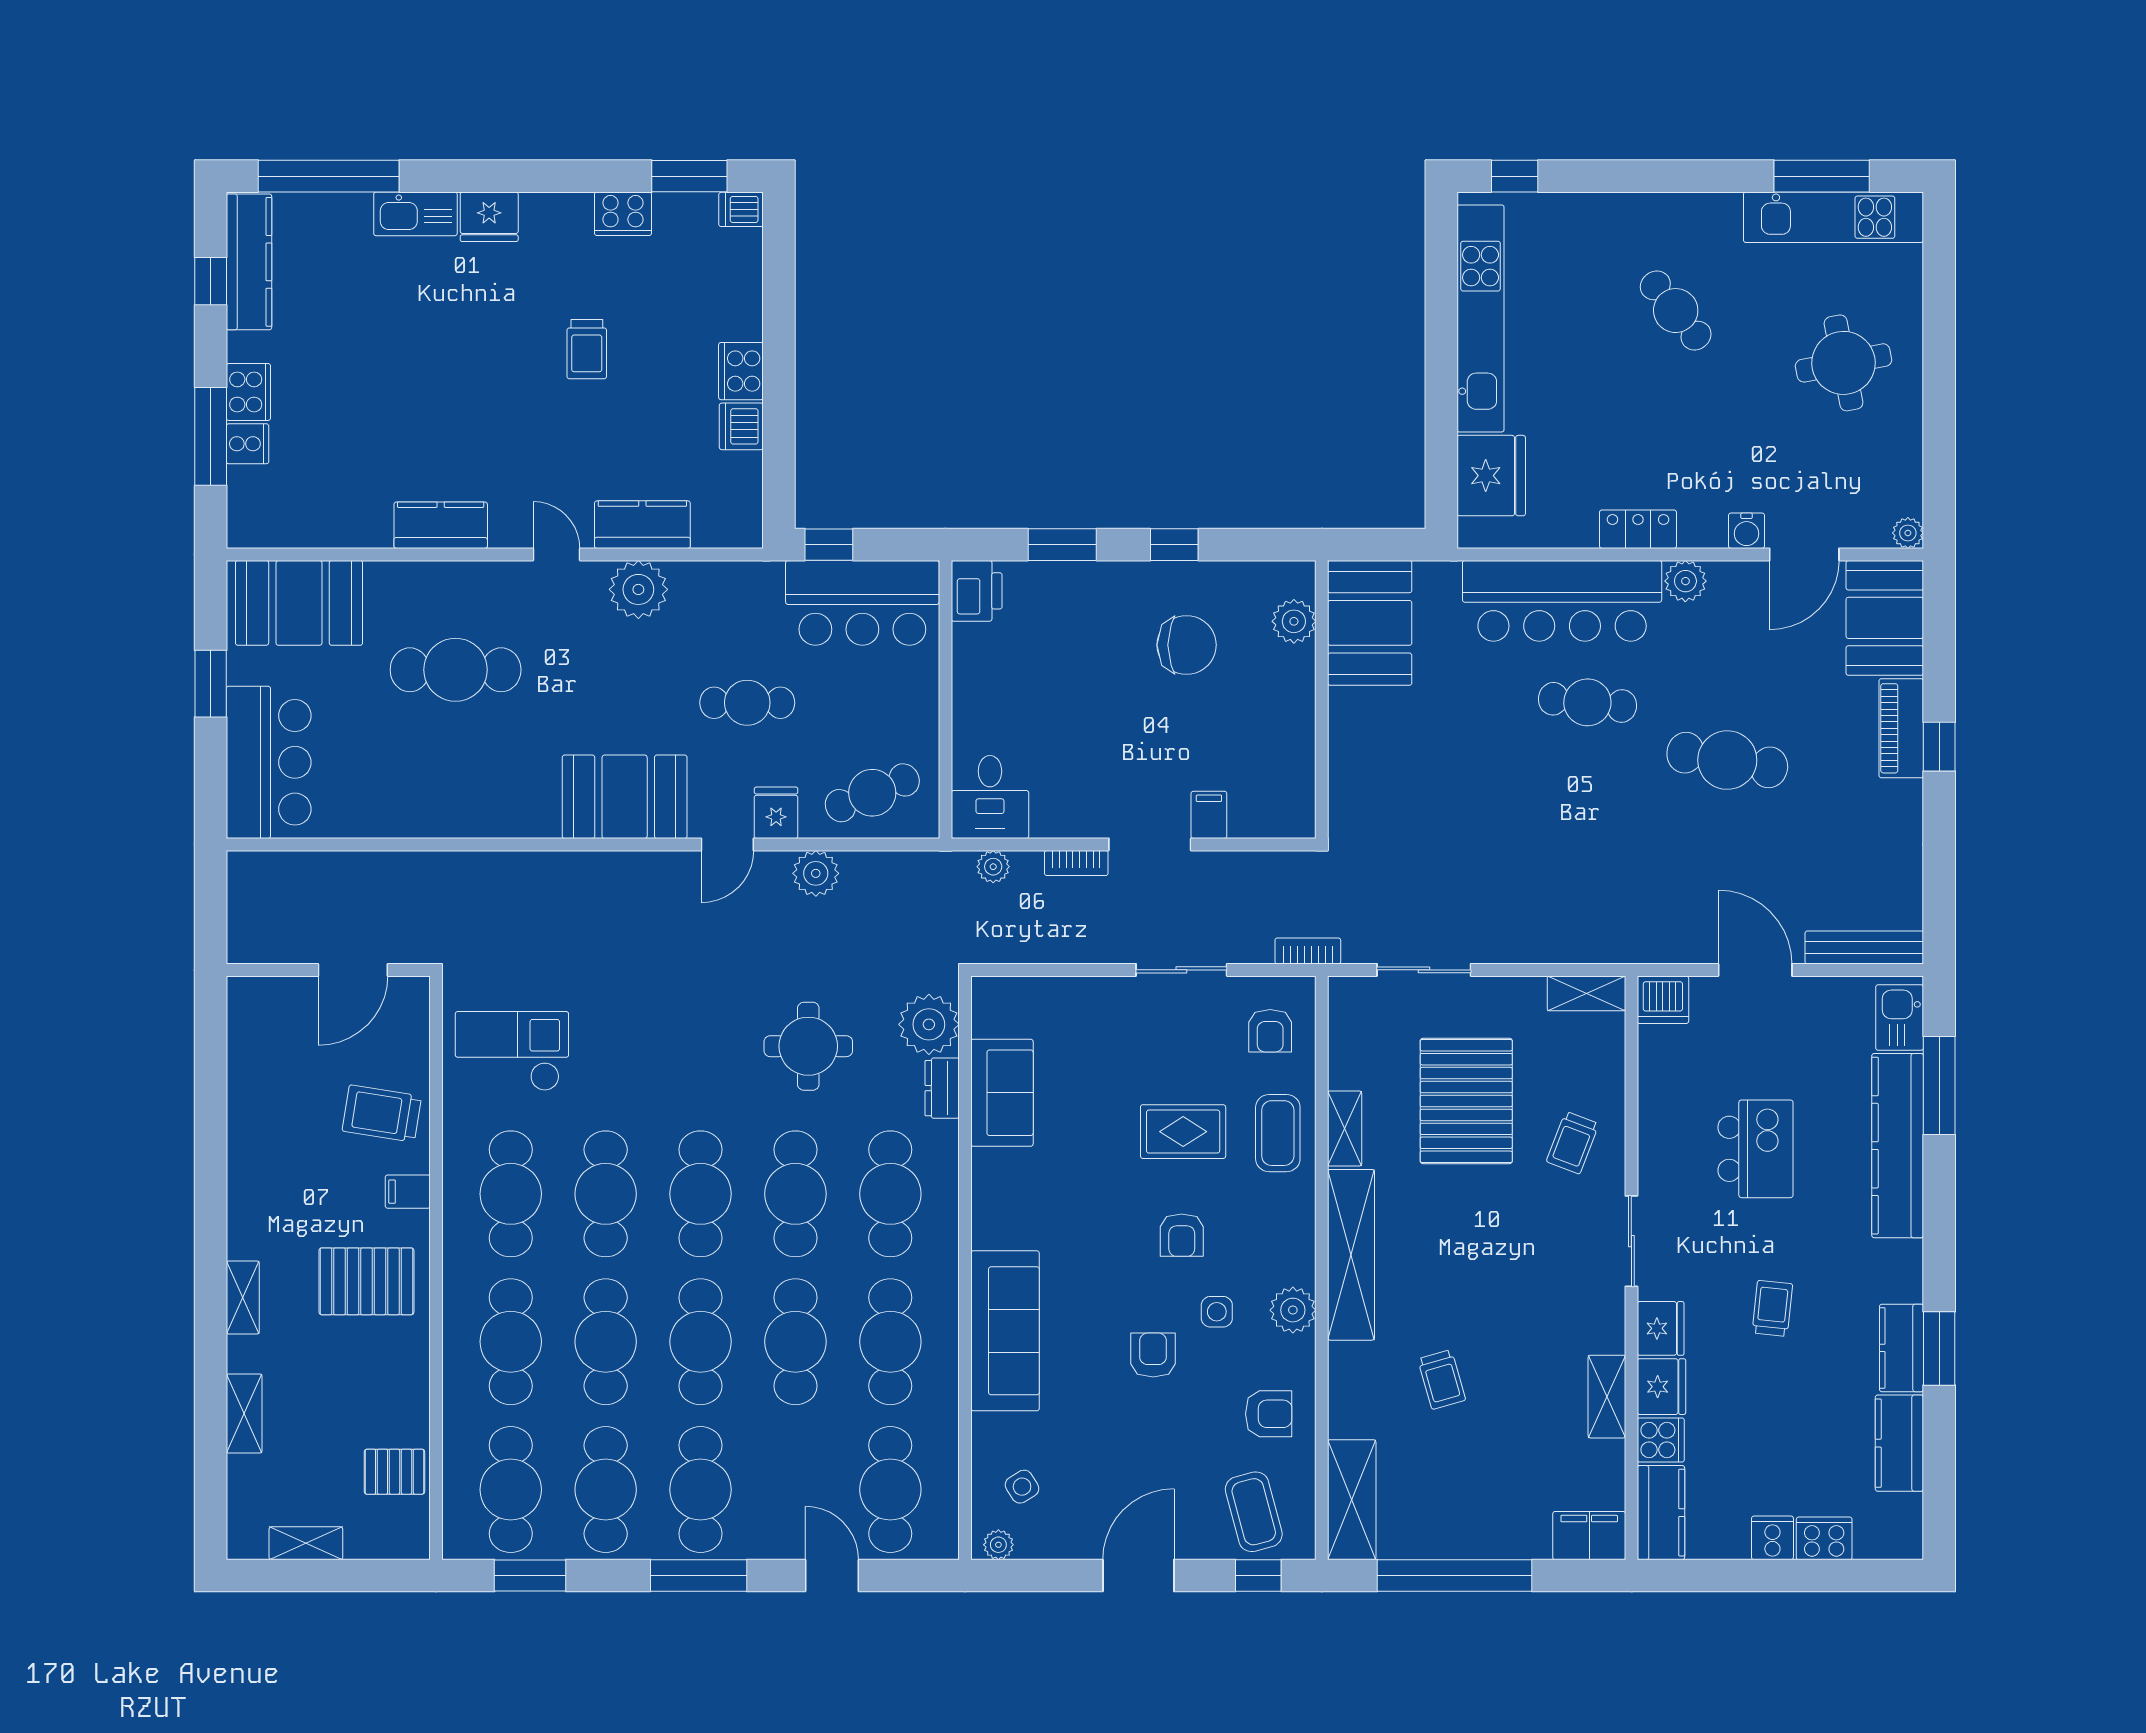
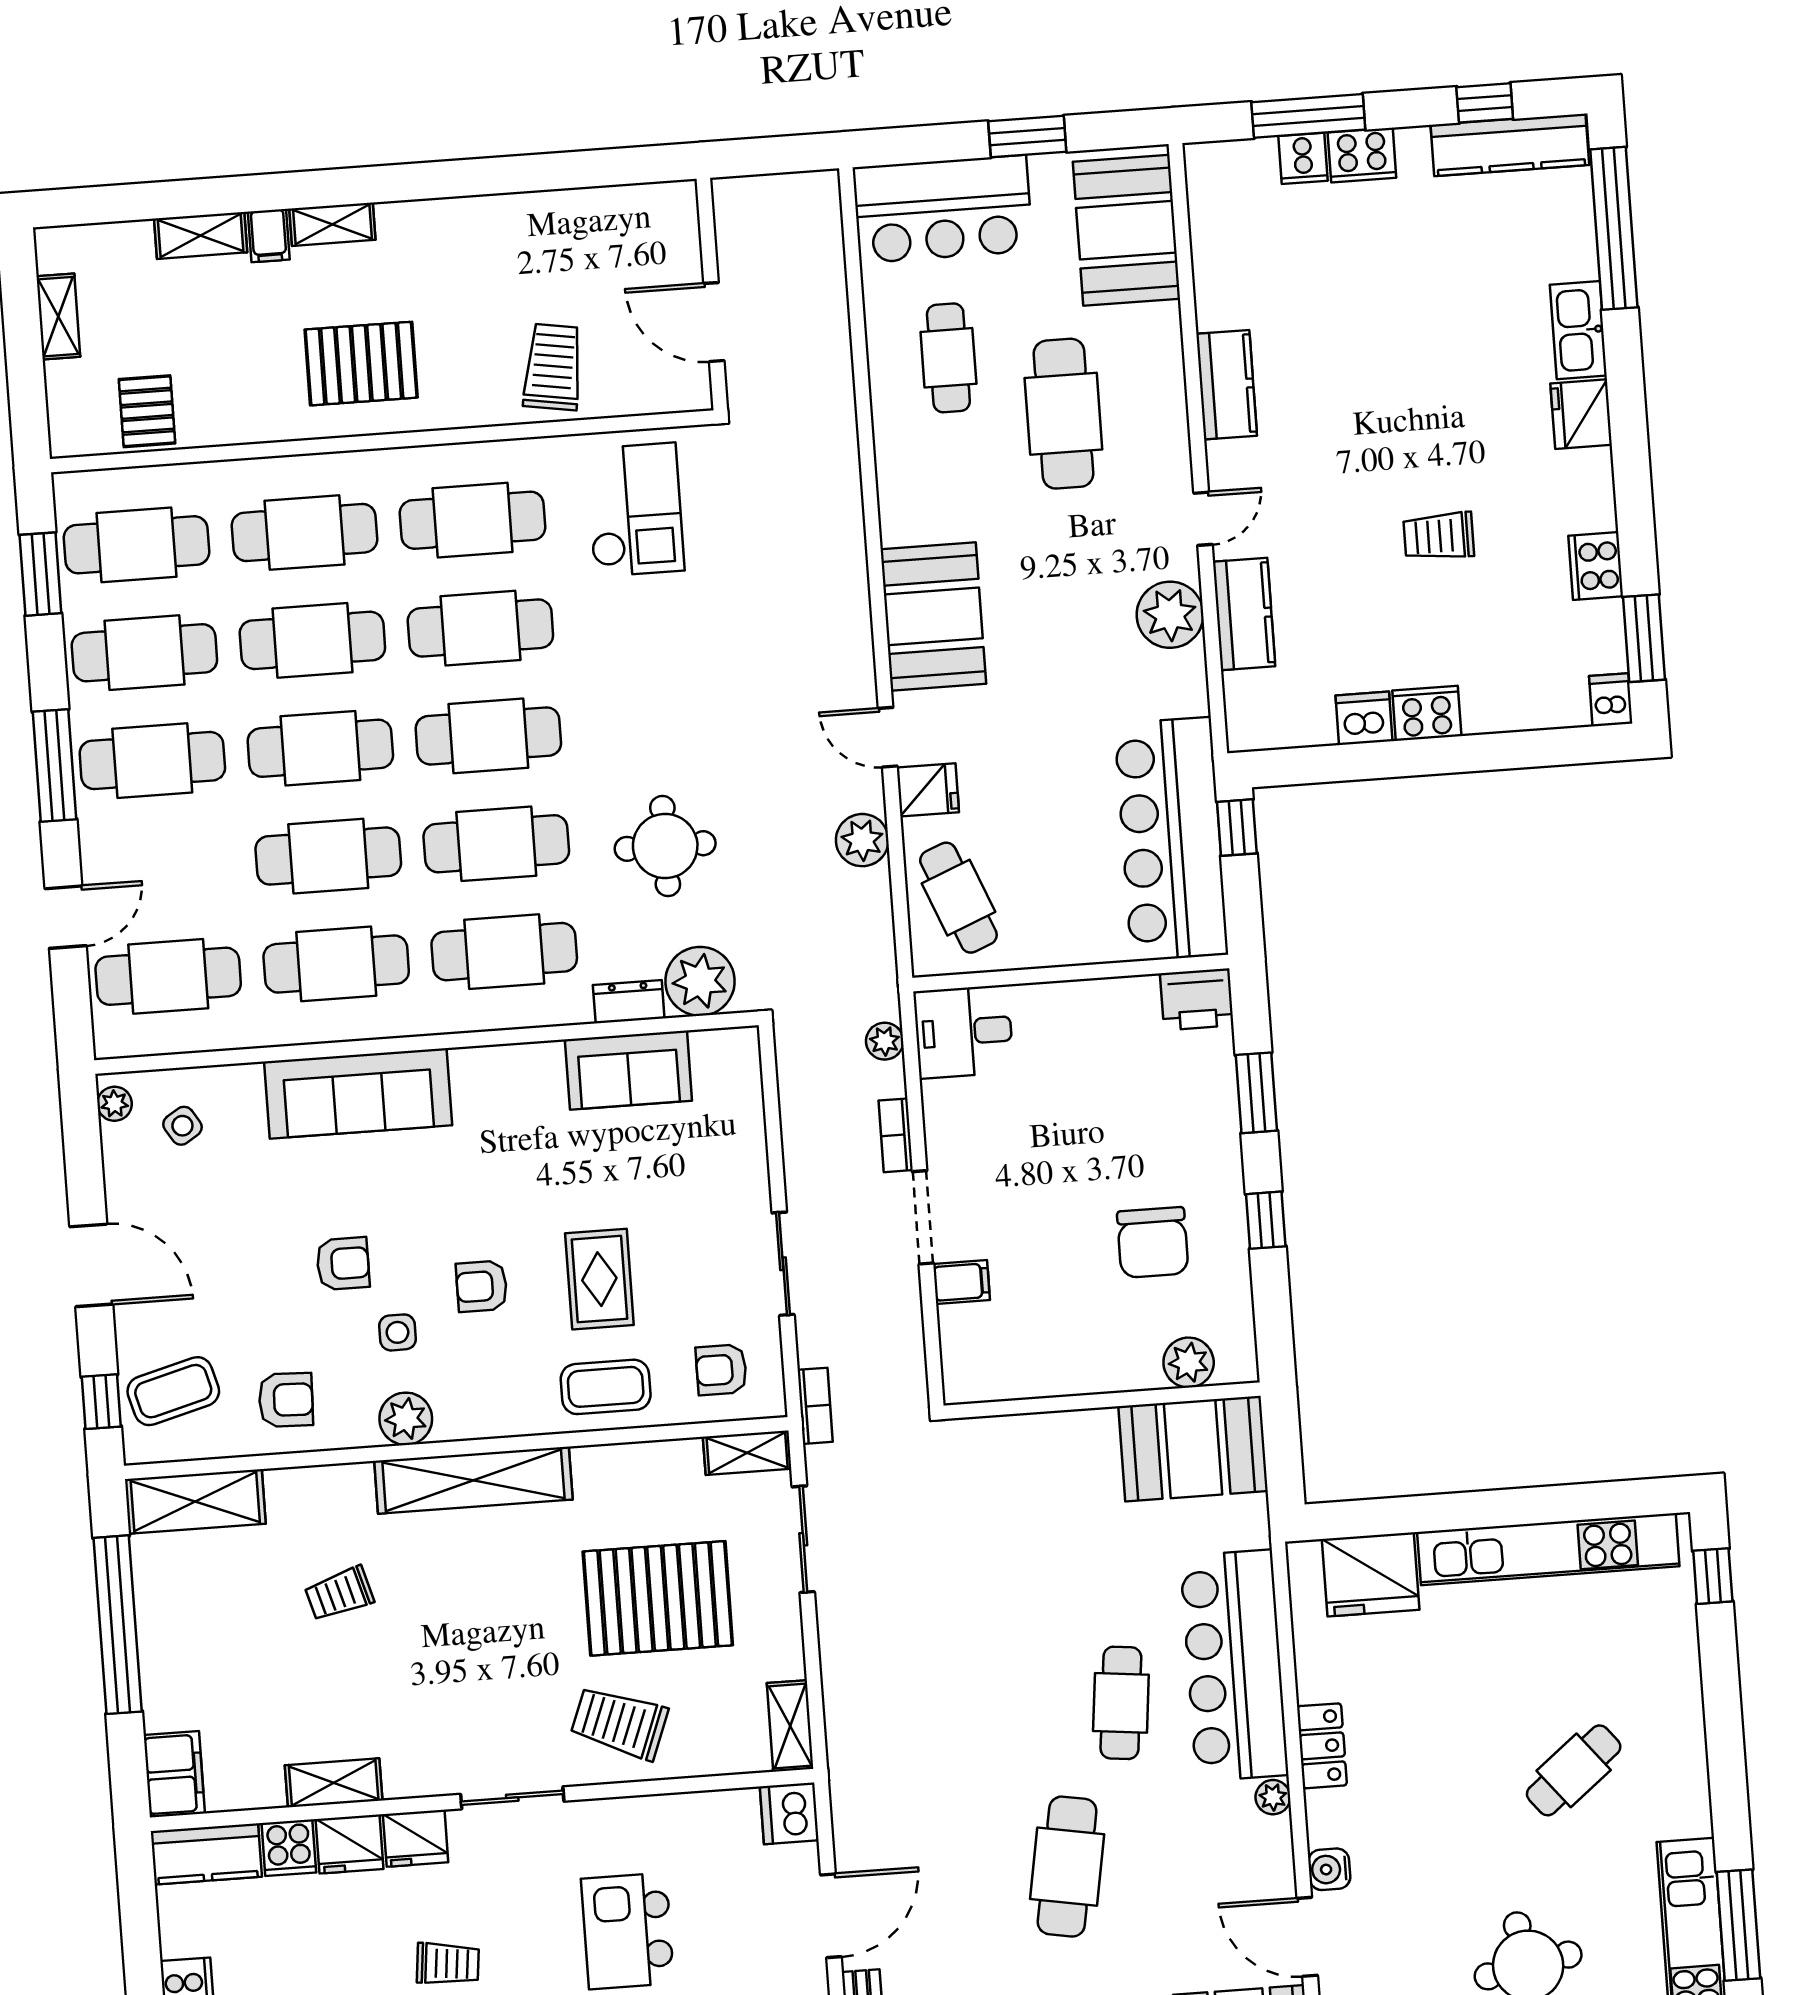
plant: (1685, 581) -> (1273, 1797), width x0.73, depth x0.73
bar counter: (862, 603) -> (1171, 839), width x1.36
cafe table: (747, 703) -> (948, 358), moved
shelving: (1345, 1128) -> (747, 1453), moved
trolley: (1573, 1143) -> (619, 1723), width x1.36, depth x1.39
kitchen island: (1755, 1149) -> (628, 1931), turned 90
filing cabinet: (408, 1192) -> (269, 236), moved, turned 180
pallet: (366, 1281) -> (361, 364), turned 90
armchair: (1269, 1414) -> (286, 1400), turned -88

